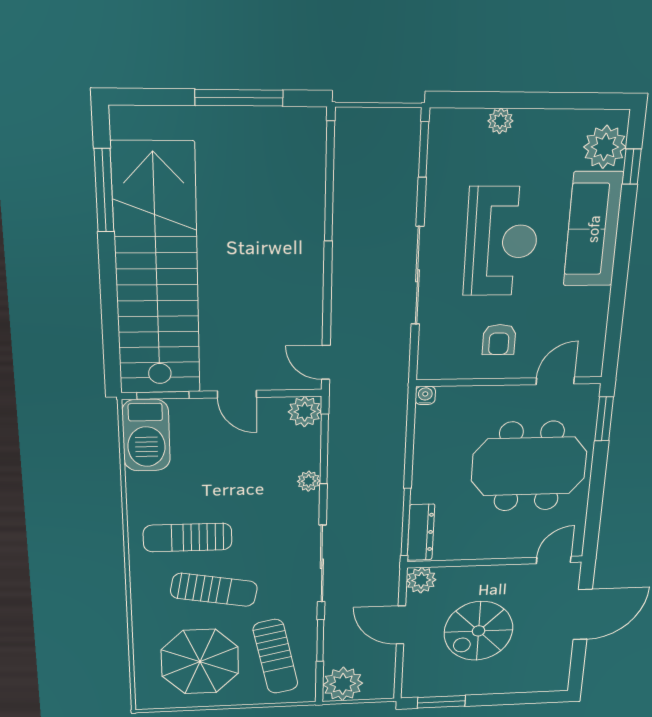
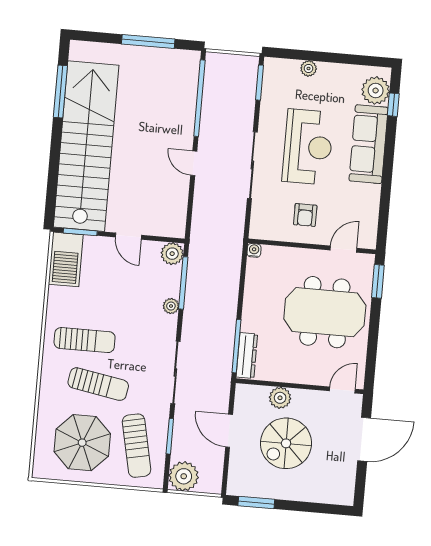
door: (326, 362) -> (194, 163), moved
sun lounger: (188, 538) -> (85, 340), turned 180
plant: (421, 580) -> (280, 398), moved

